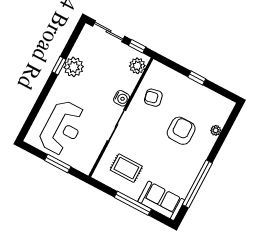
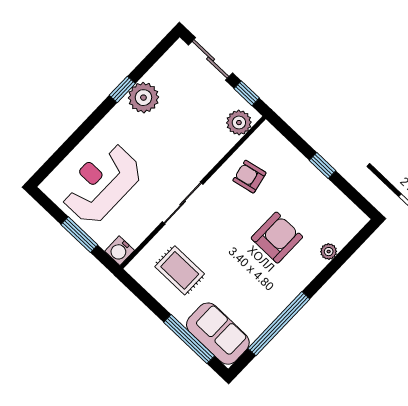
water cooler: (122, 98) -> (120, 251), moved, turned 90
reception desk: (62, 128) -> (101, 183), turned 180
window: (133, 203) -> (189, 339), moved

